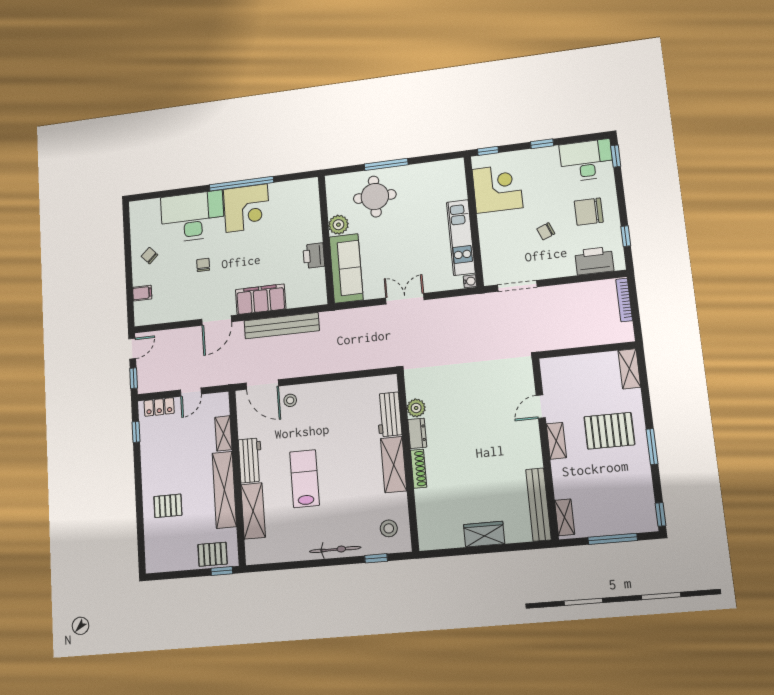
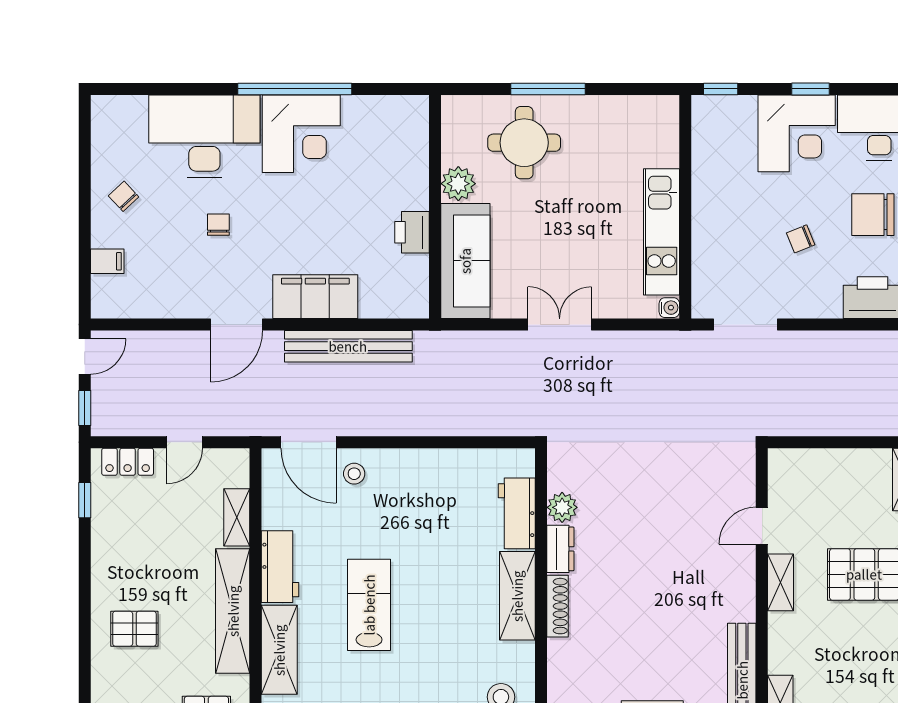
corner desk: (497, 188) -> (797, 133), moved, turned 90

